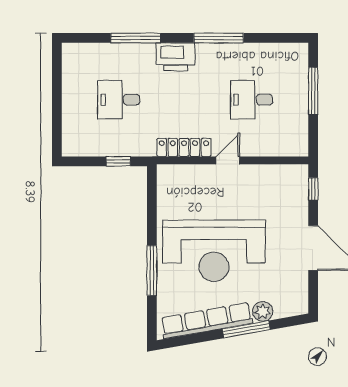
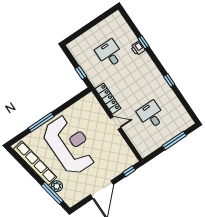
window: (136, 38) -> (143, 42), width x0.46
window: (219, 38) -> (169, 80), width x0.46
printer: (176, 57) -> (138, 48), moved, width x0.53, depth x0.68
reception desk: (214, 251) -> (70, 145), turned 180
window: (246, 329) -> (52, 193), moved

